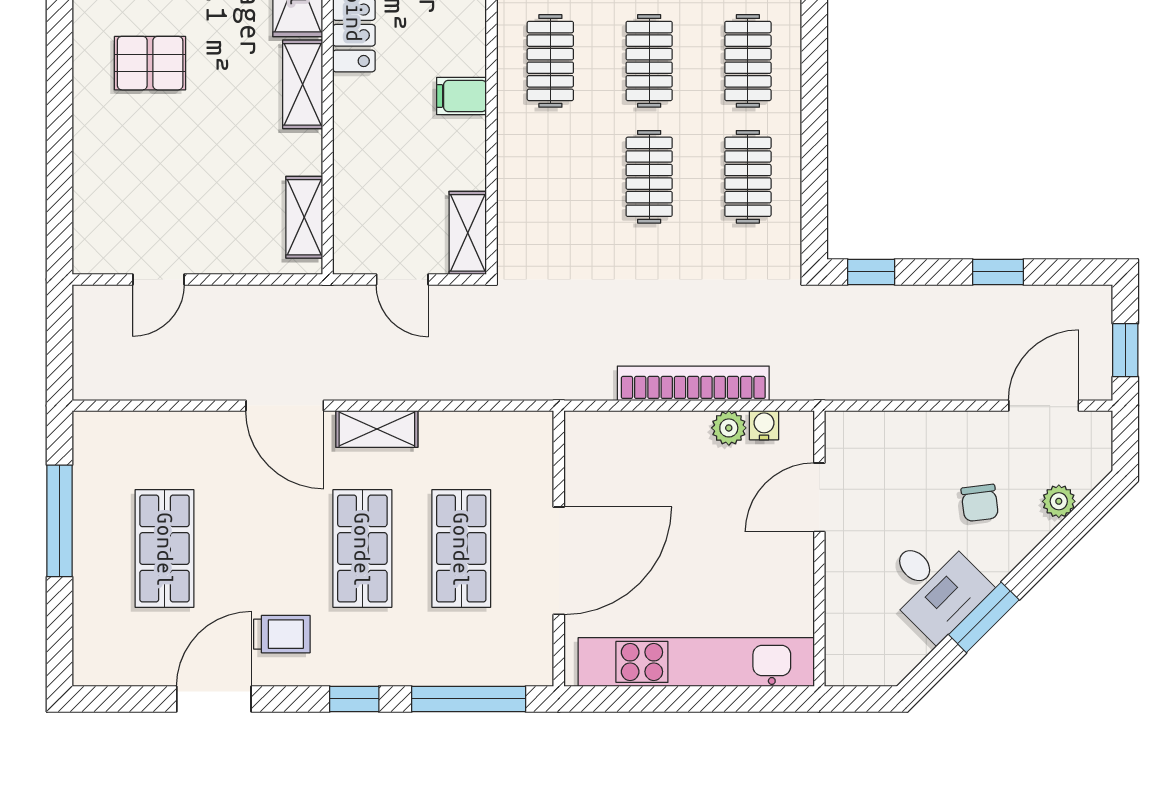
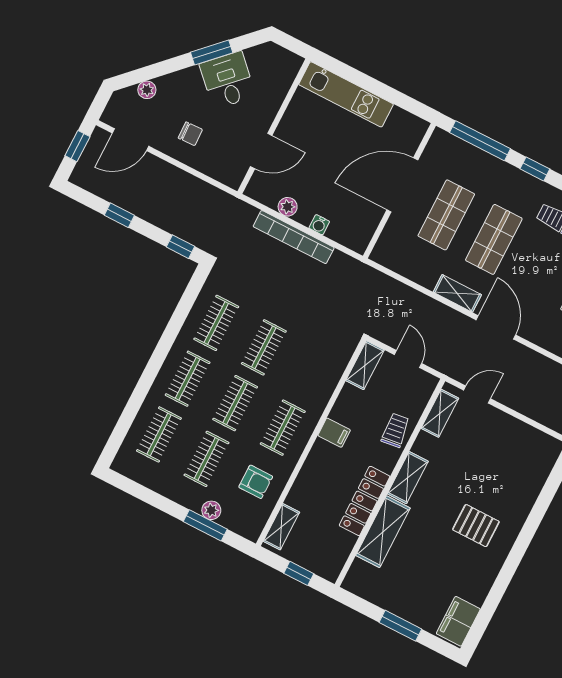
trolley: (363, 152) -> (395, 430), added
door: (158, 280) -> (477, 394), moved
water cooler: (764, 425) -> (319, 225), moved
chair: (980, 503) -> (190, 134), moved, turned 95
kitchen unit: (696, 662) -> (346, 94), width x0.73

